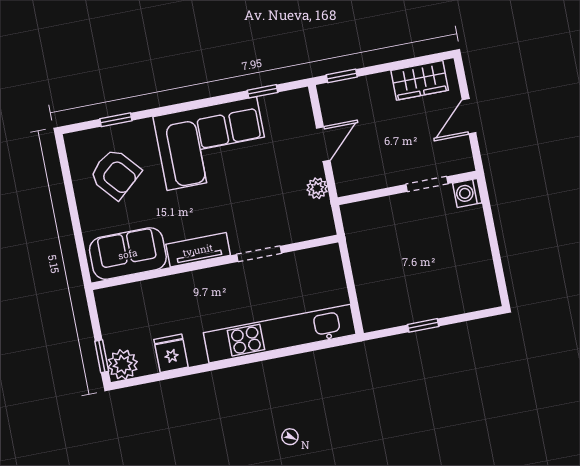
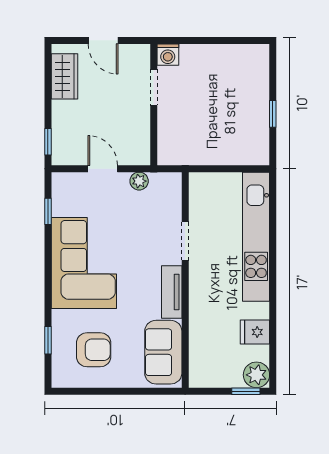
armchair: (115, 174) -> (94, 350), turned 41

